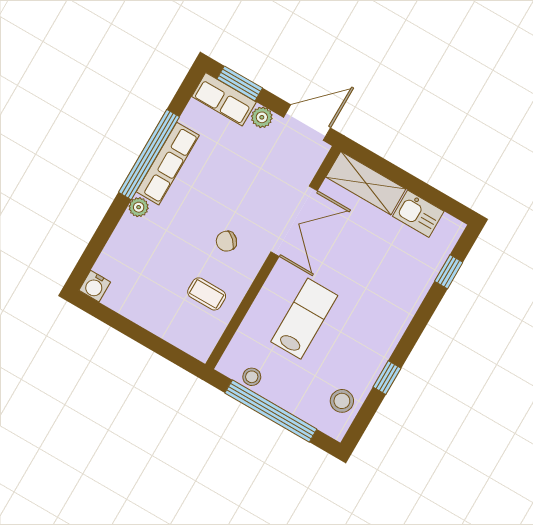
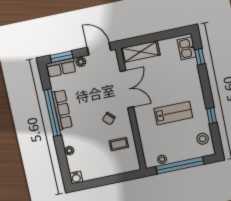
door: (307, 123) -> (99, 49), hinge flipped
plant: (139, 207) -> (69, 151), moved
kitchen sink: (418, 214) -> (187, 48), moved, turned 90
lab bench: (304, 319) -> (173, 113), moved, turned 90

